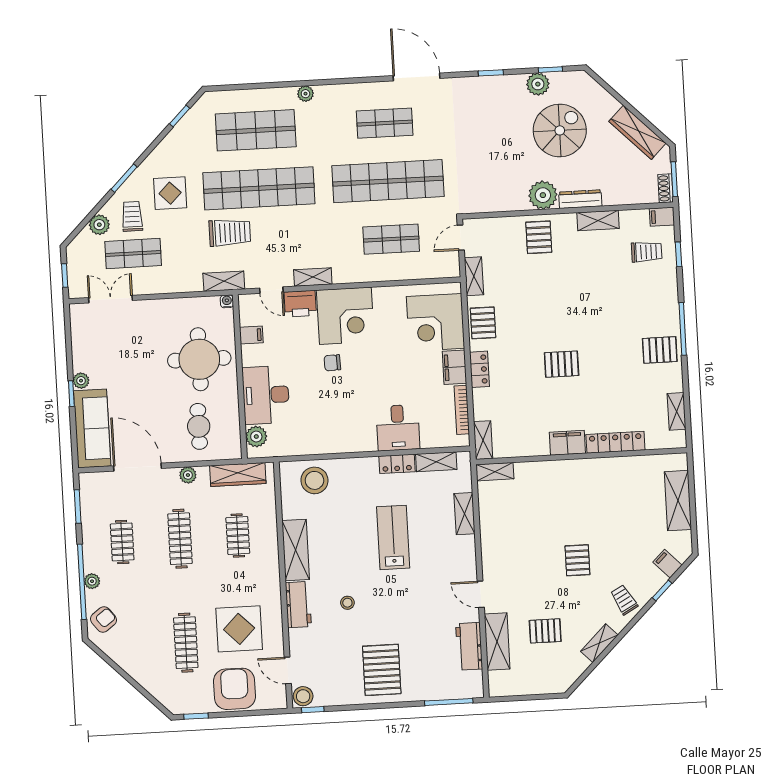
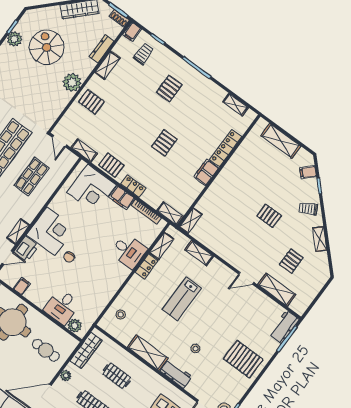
dresser: (580, 199) -> (102, 49), moved
pallet: (660, 350) -> (169, 89), moved
desk: (266, 395) -> (62, 307), width x0.73
stool: (314, 480) -> (121, 315), width x0.53, depth x0.53
lab bench: (393, 537) -> (182, 299), turned -90
workbench: (469, 646) -> (284, 327), moved, turned 90

